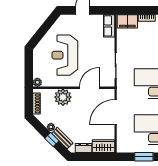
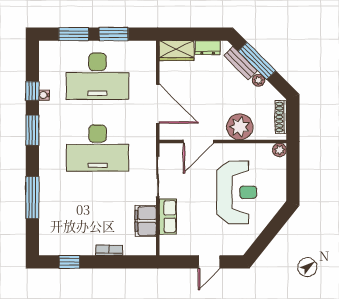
filing cabinet: (127, 21) -> (146, 221), moved, turned -90
row of seats: (109, 26) -> (168, 217), moved
door: (116, 112) -> (158, 104), hinge flipped
window: (52, 140) -> (257, 61), width x2.17

